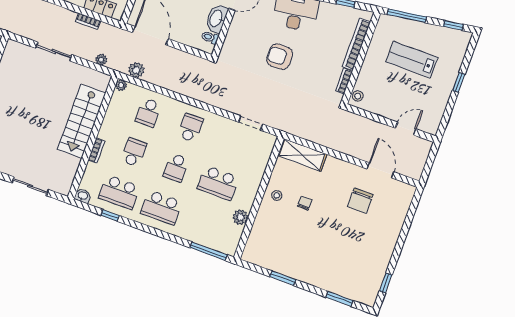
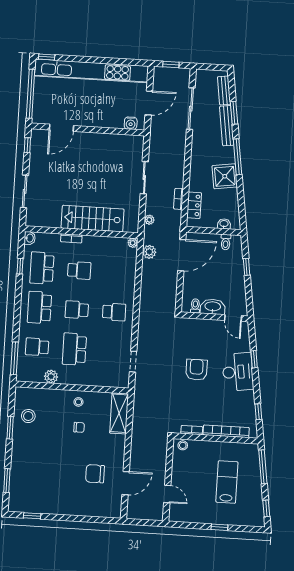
school desk: (148, 112) -> (37, 347), moved
stool: (276, 255) -> (28, 416), added

